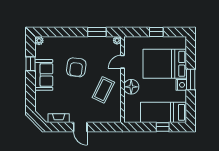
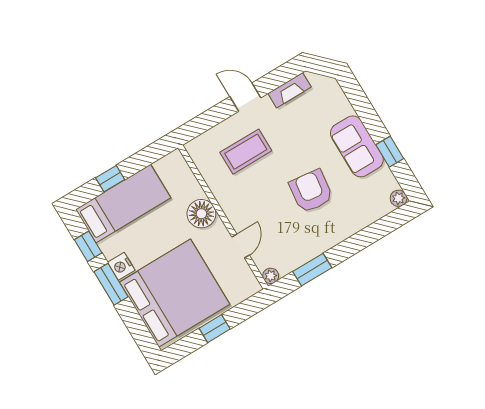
bed: (165, 64) -> (175, 293), width x1.36
coffee table: (103, 90) -> (246, 152), moved, turned 64
window: (191, 103) -> (88, 246), added

